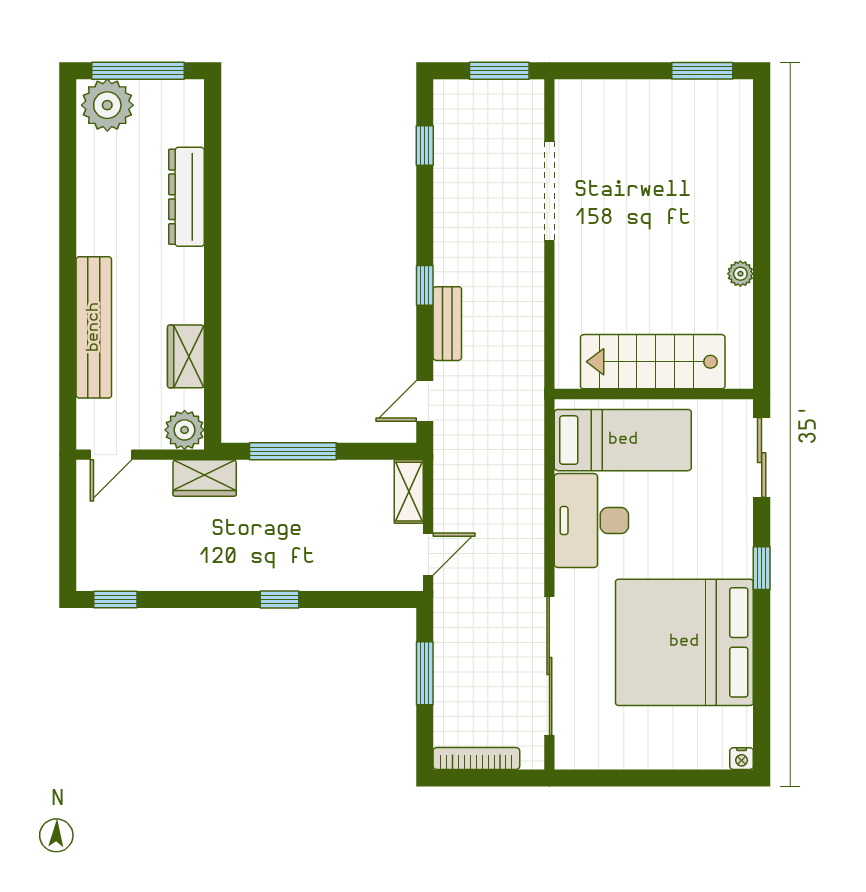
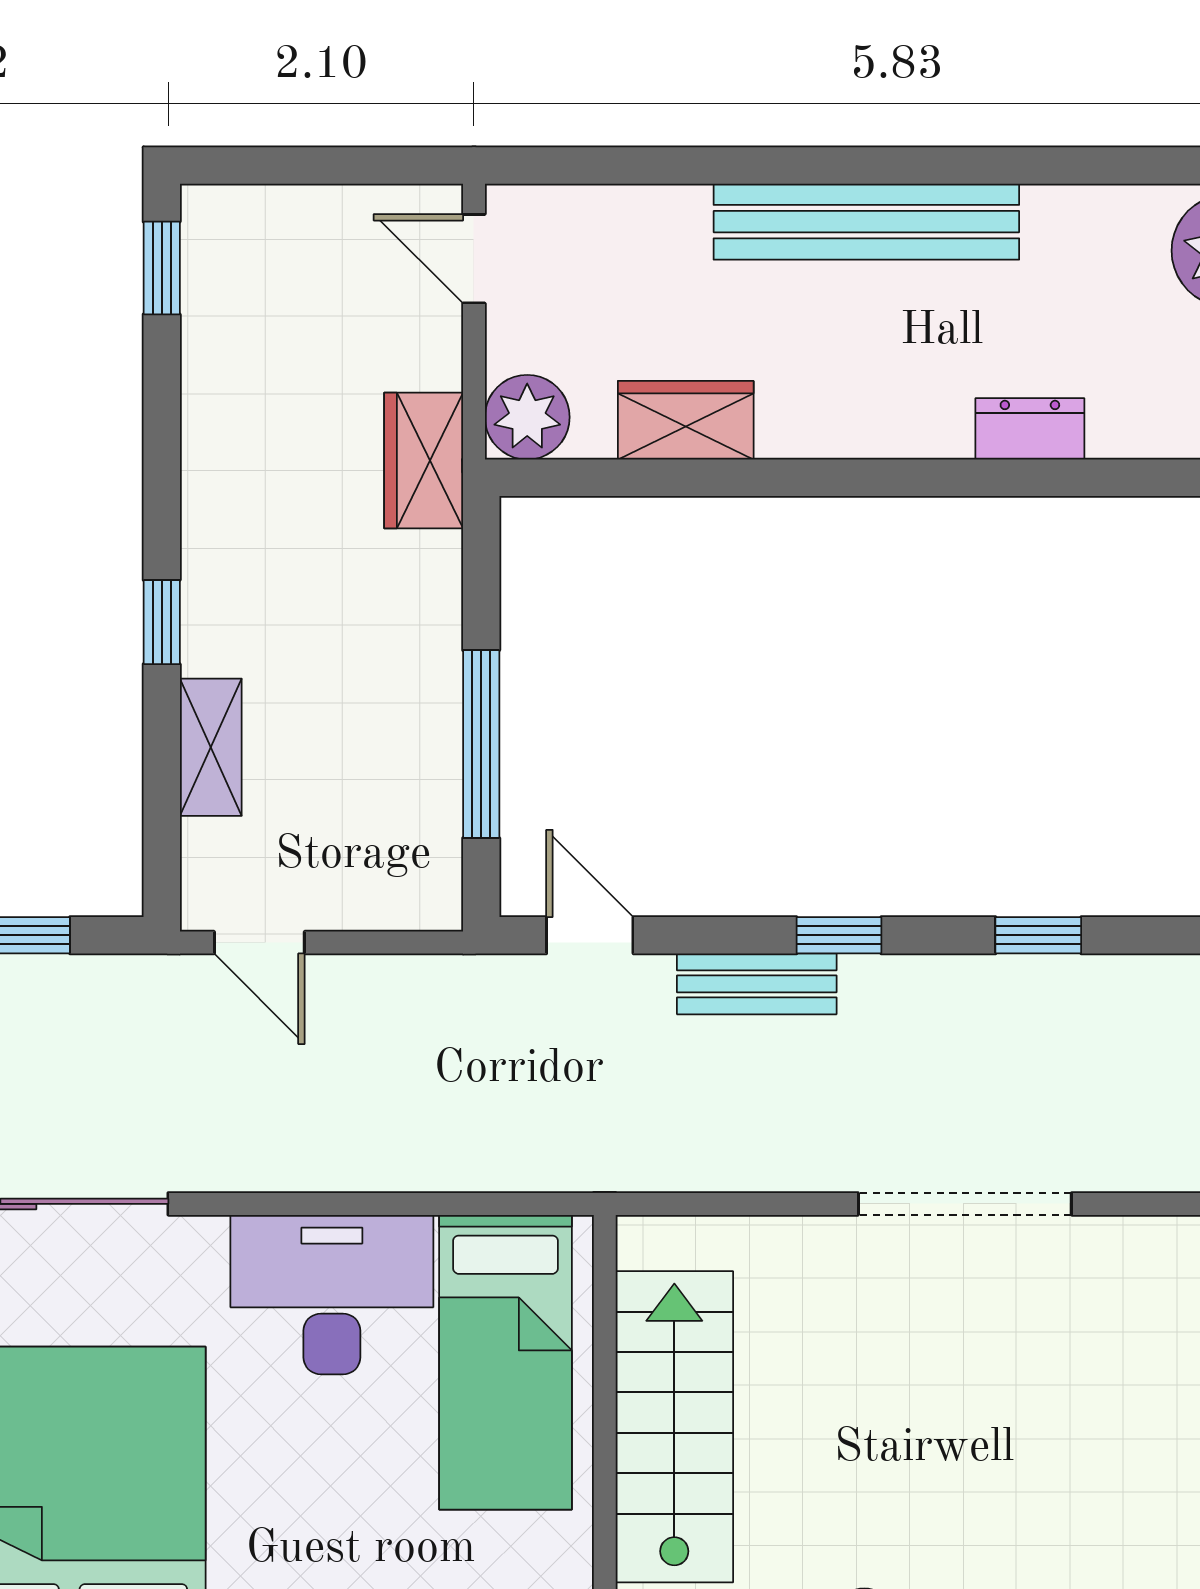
window: (425, 146) -> (1038, 935), moved
doorway: (549, 191) -> (965, 1204), moved
dresser: (186, 197) -> (1030, 429), width x0.51, depth x0.80
bench: (94, 327) -> (866, 222), moved
window: (293, 451) -> (481, 744), moved
shelving: (409, 492) -> (211, 747), moved, turned 90

